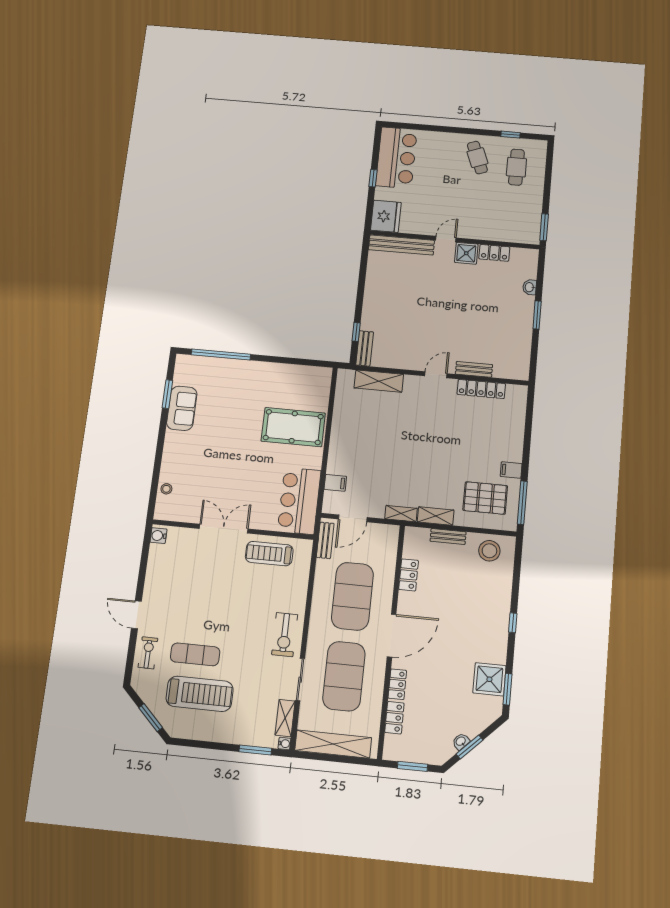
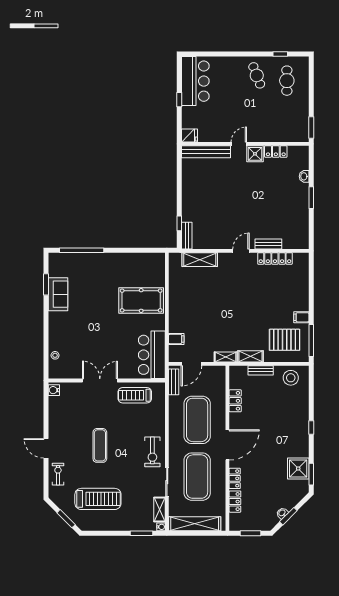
fridge: (386, 216) -> (189, 136), width x0.53, depth x0.75
exercise mat: (195, 654) -> (100, 445), moved, turned 90

